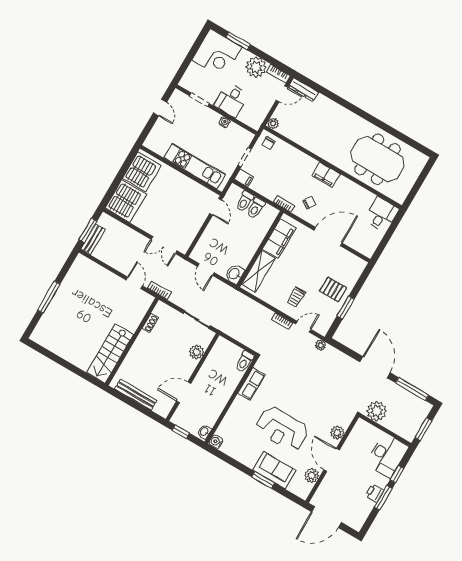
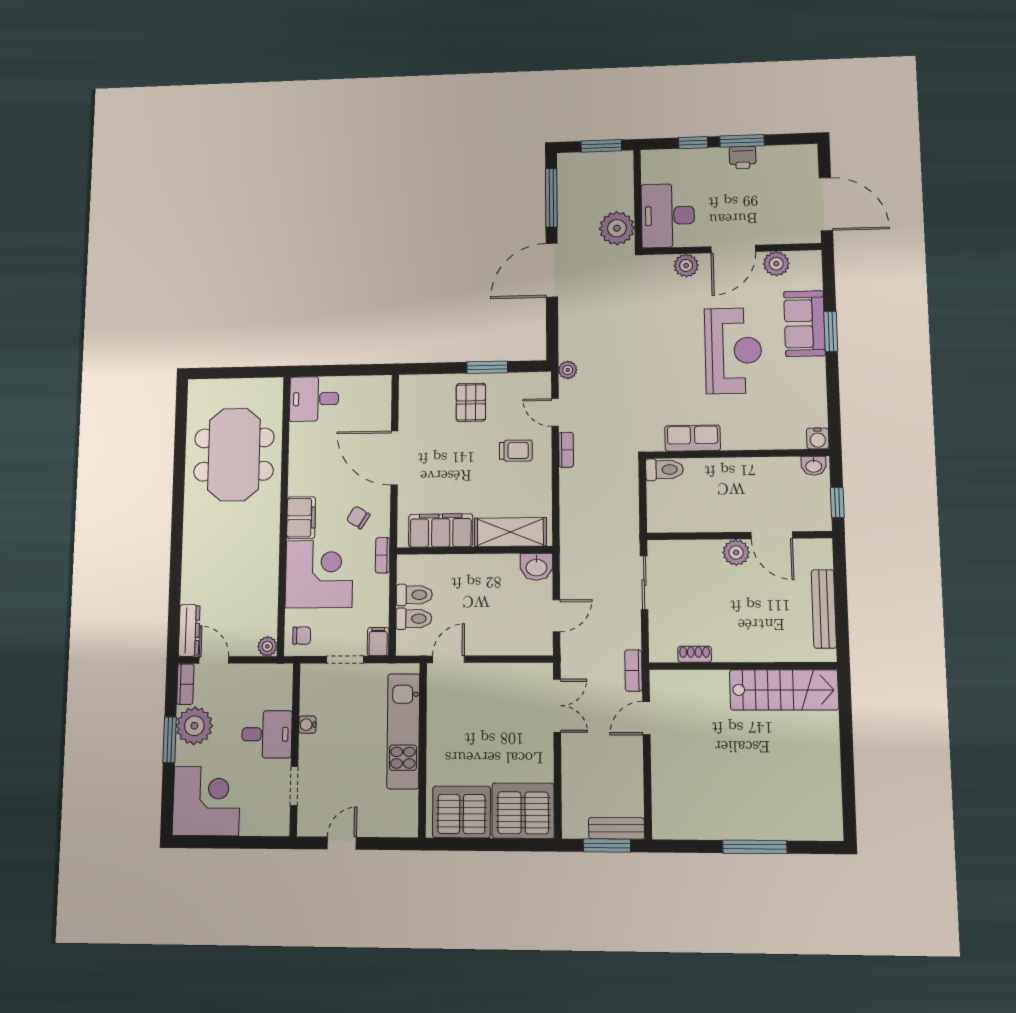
window: (238, 41) -> (170, 740), moved
corner desk: (293, 168) -> (319, 574), added
plant: (197, 352) -> (736, 552), moved
desk: (387, 455) -> (668, 216), moved, turned -90

